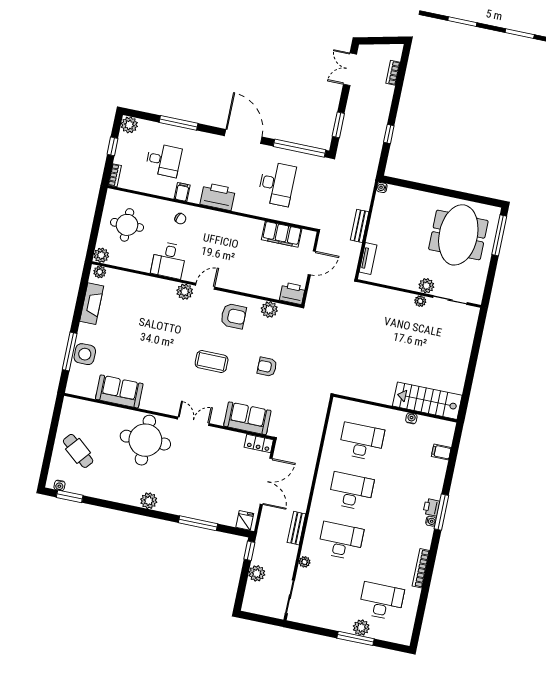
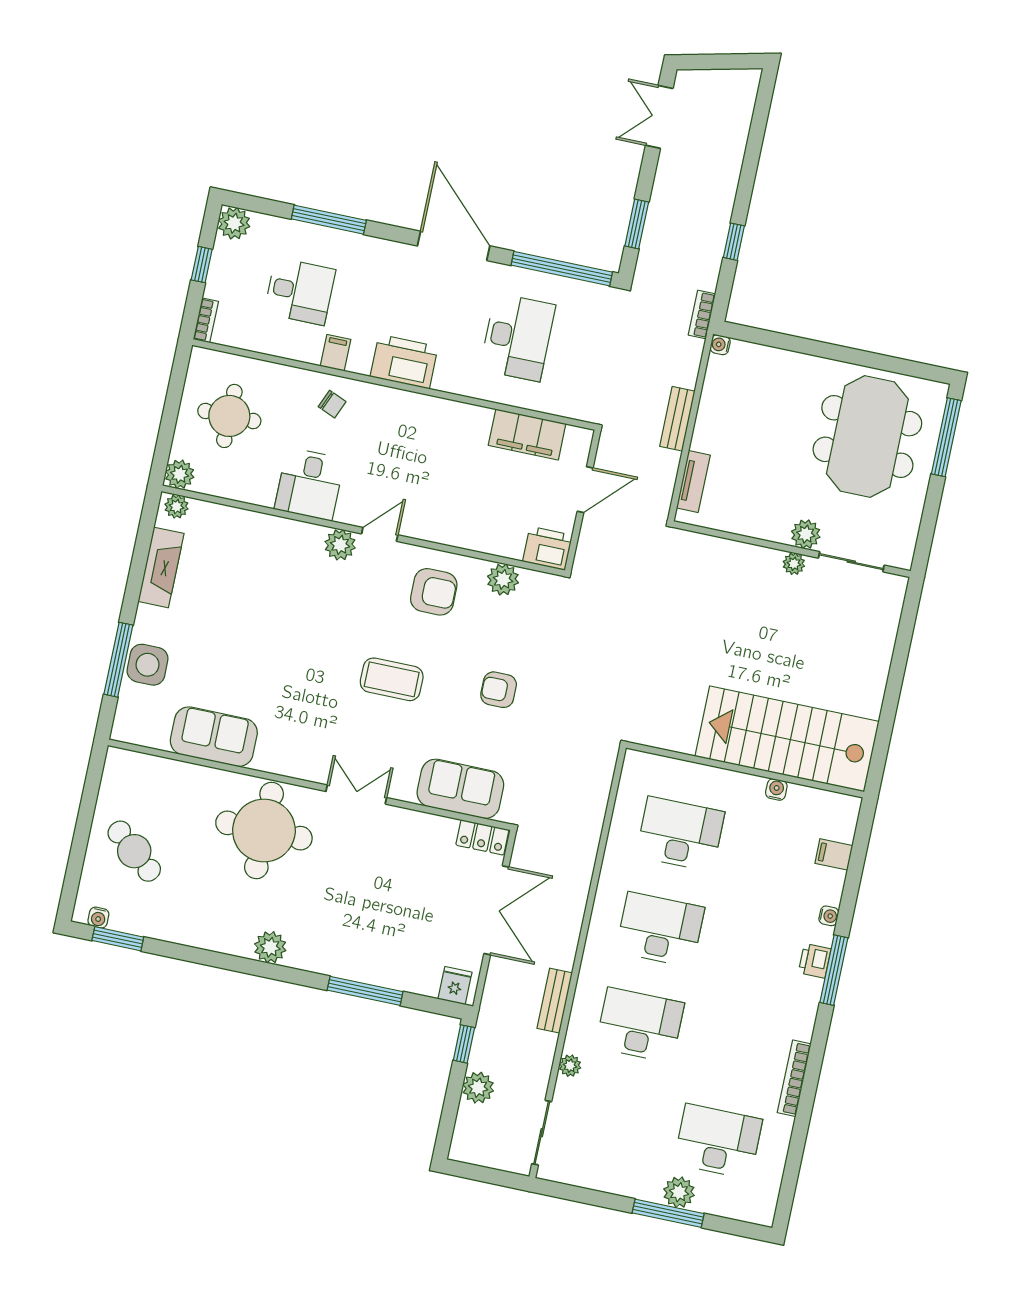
bookcase: (393, 73) -> (702, 315), moved
stairs: (427, 401) -> (787, 739), width x1.36, depth x1.51
water cooler: (431, 521) -> (829, 916), moved

